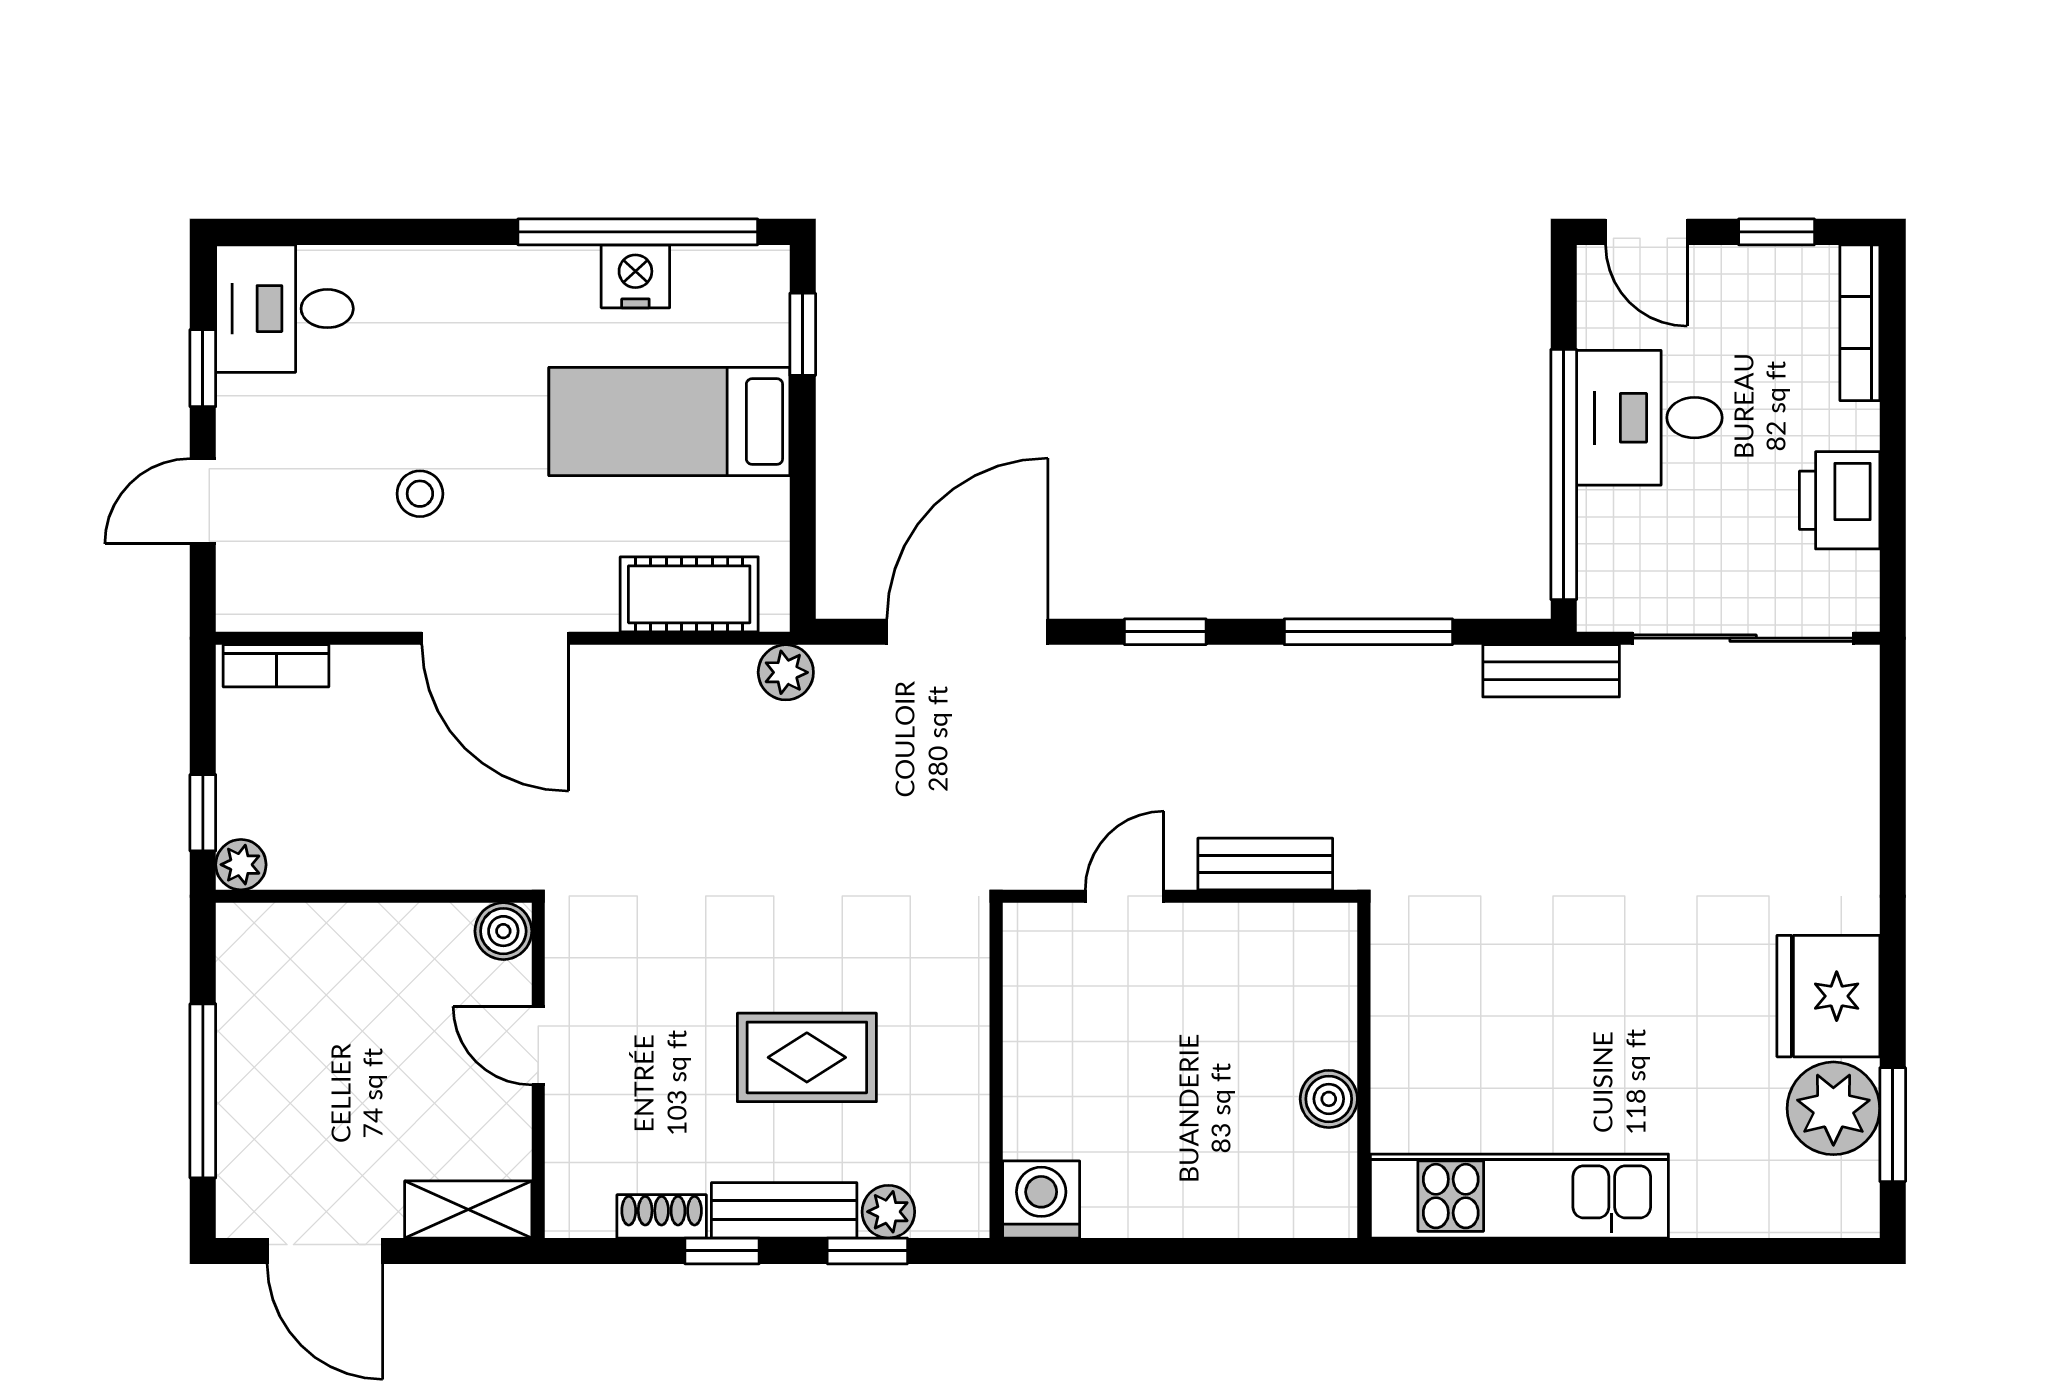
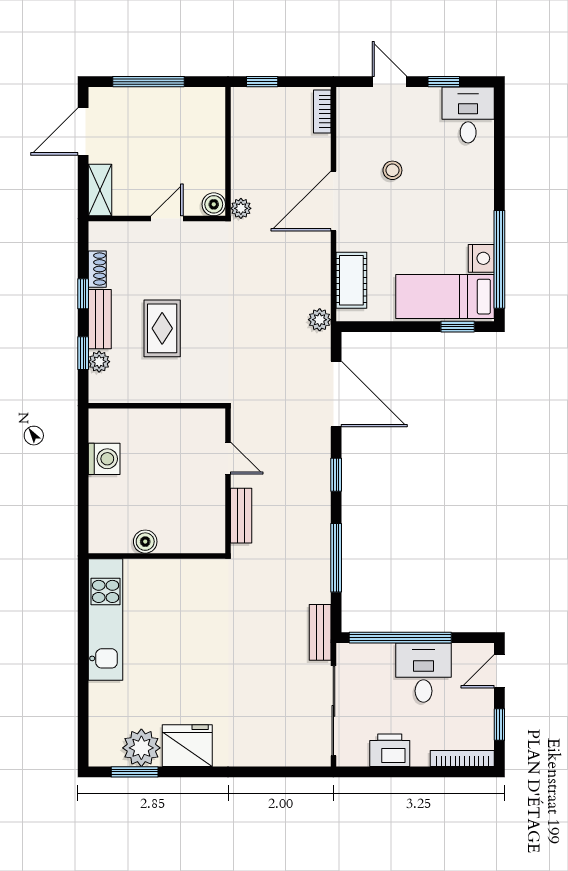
bed: (669, 422) -> (445, 297), moved, turned -90
plant: (241, 865) -> (241, 208), moved
washing machine: (1041, 1200) -> (104, 459), moved

